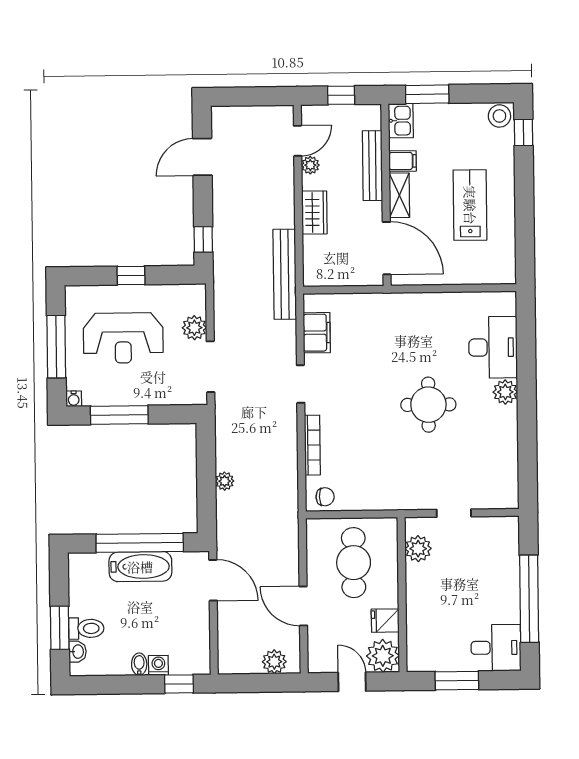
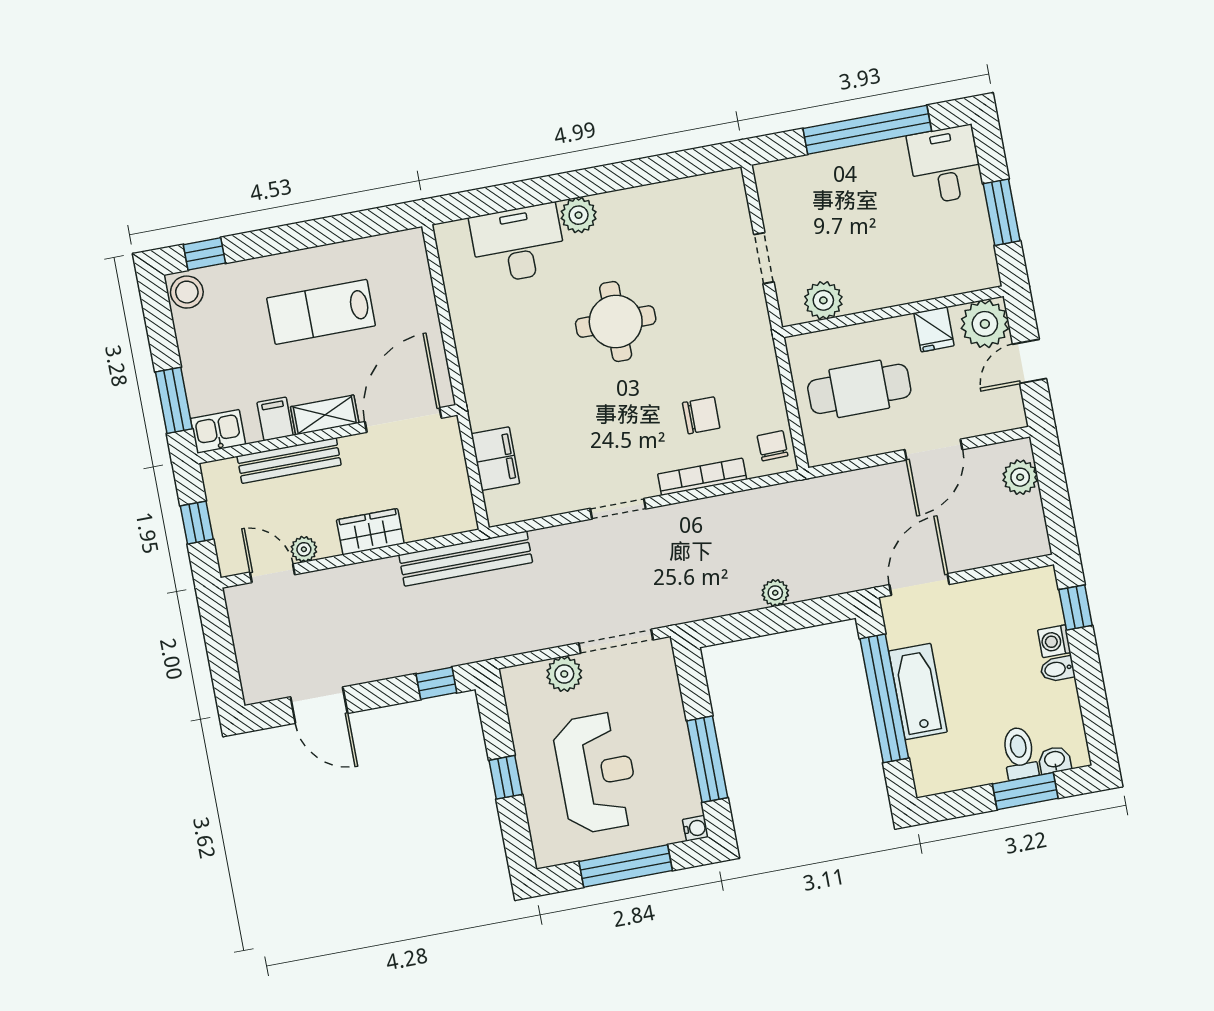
filing cabinet: (317, 333) -> (495, 459), moved, turned 90
chair: (354, 452) -> (701, 415), added

